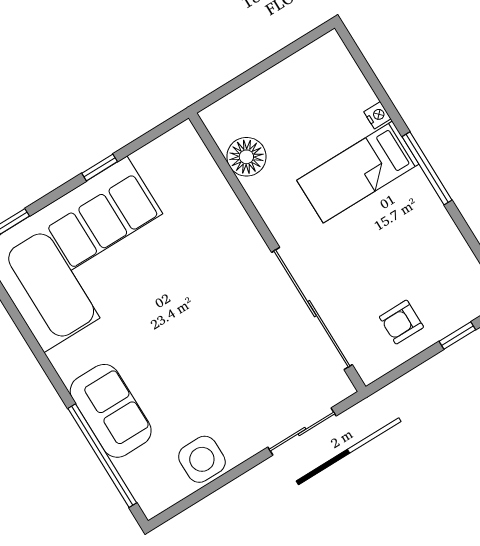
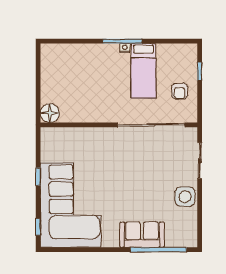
nightstand: (377, 115) -> (125, 48), moved
floor lamp: (246, 157) -> (50, 113), moved
bed: (358, 172) -> (143, 71), moved
side table: (202, 459) -> (185, 197), moved

